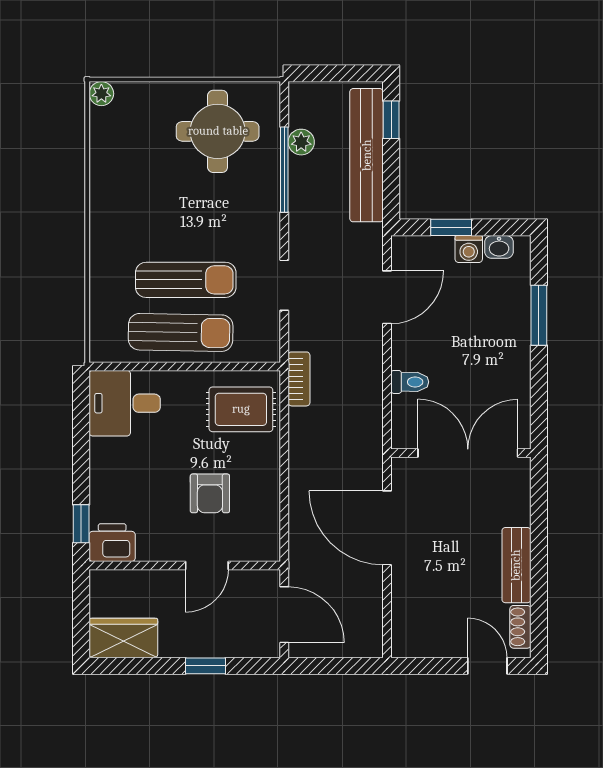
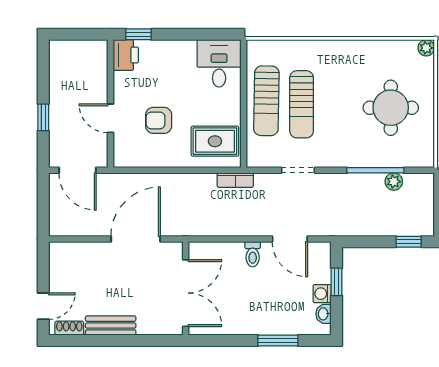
round table: (218, 131) -> (391, 108), moved
bench: (367, 155) -> (385, 225), removed
toilet: (410, 382) -> (253, 254), moved
rug: (241, 409) -> (215, 141), turned 90
door: (284, 615) -> (78, 170), hinge flipped
wardrobe: (123, 638) -> (62, 63), removed

